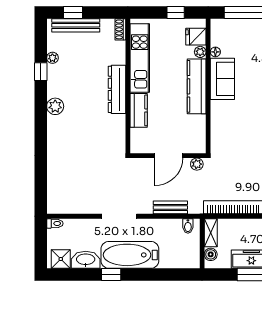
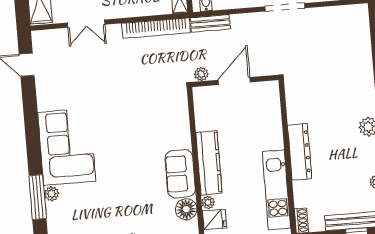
floor lamp: (215, 52) -> (186, 209), width x1.89, depth x1.89
kitchen counter: (139, 110) -> (273, 130), removed
bench: (170, 207) -> (210, 23), moved

